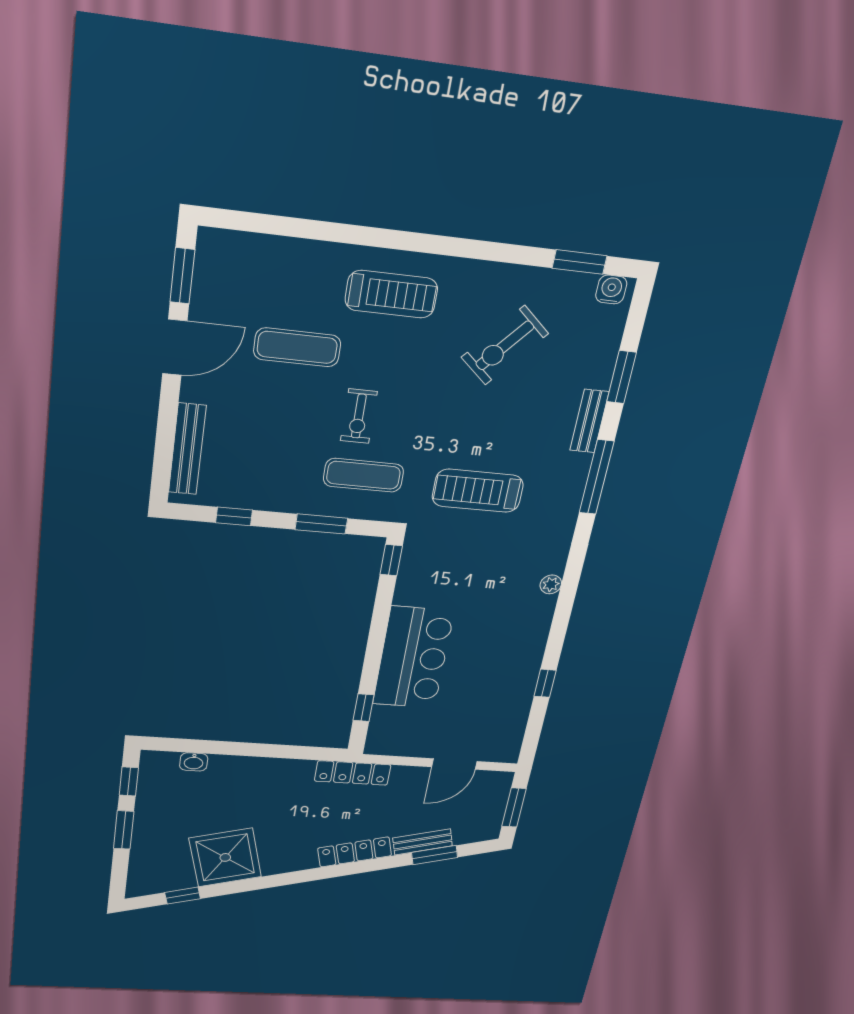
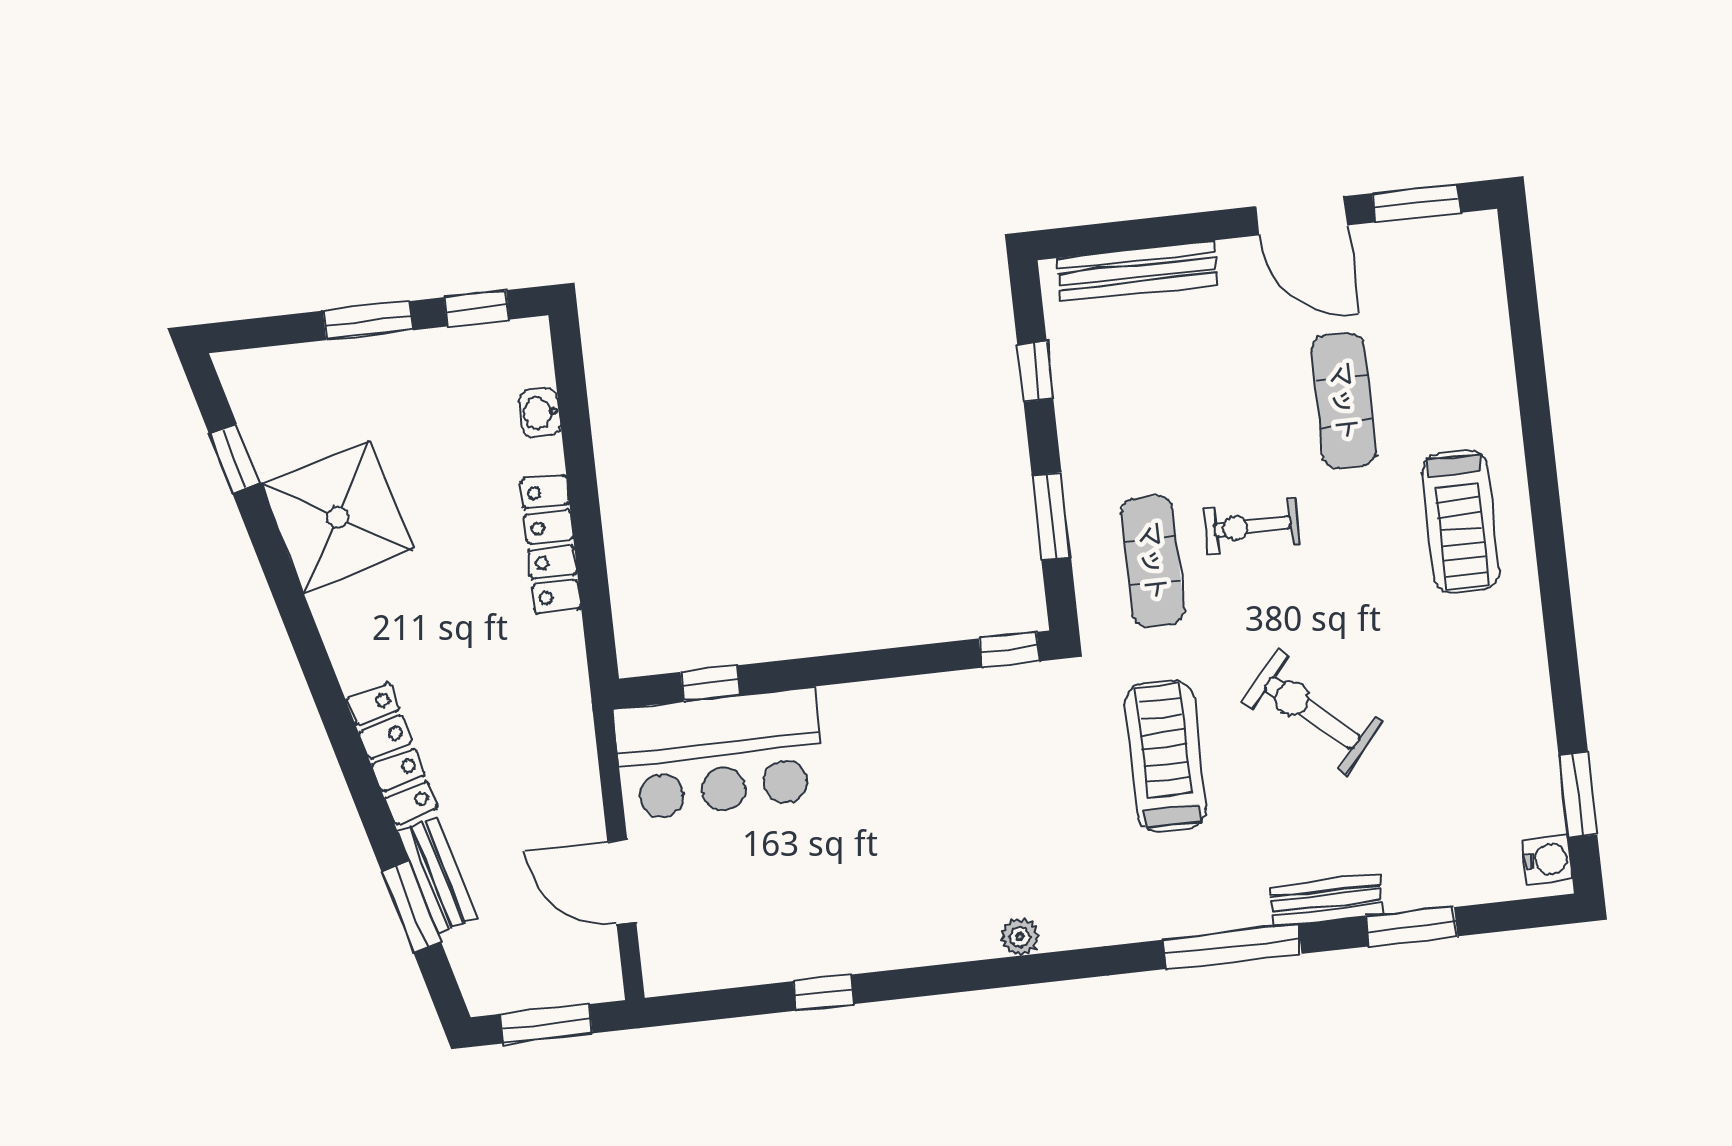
exercise bike: (505, 345) -> (1312, 712), moved
bar counter: (413, 658) -> (720, 754), moved
locker: (353, 773) -> (551, 544), moved

